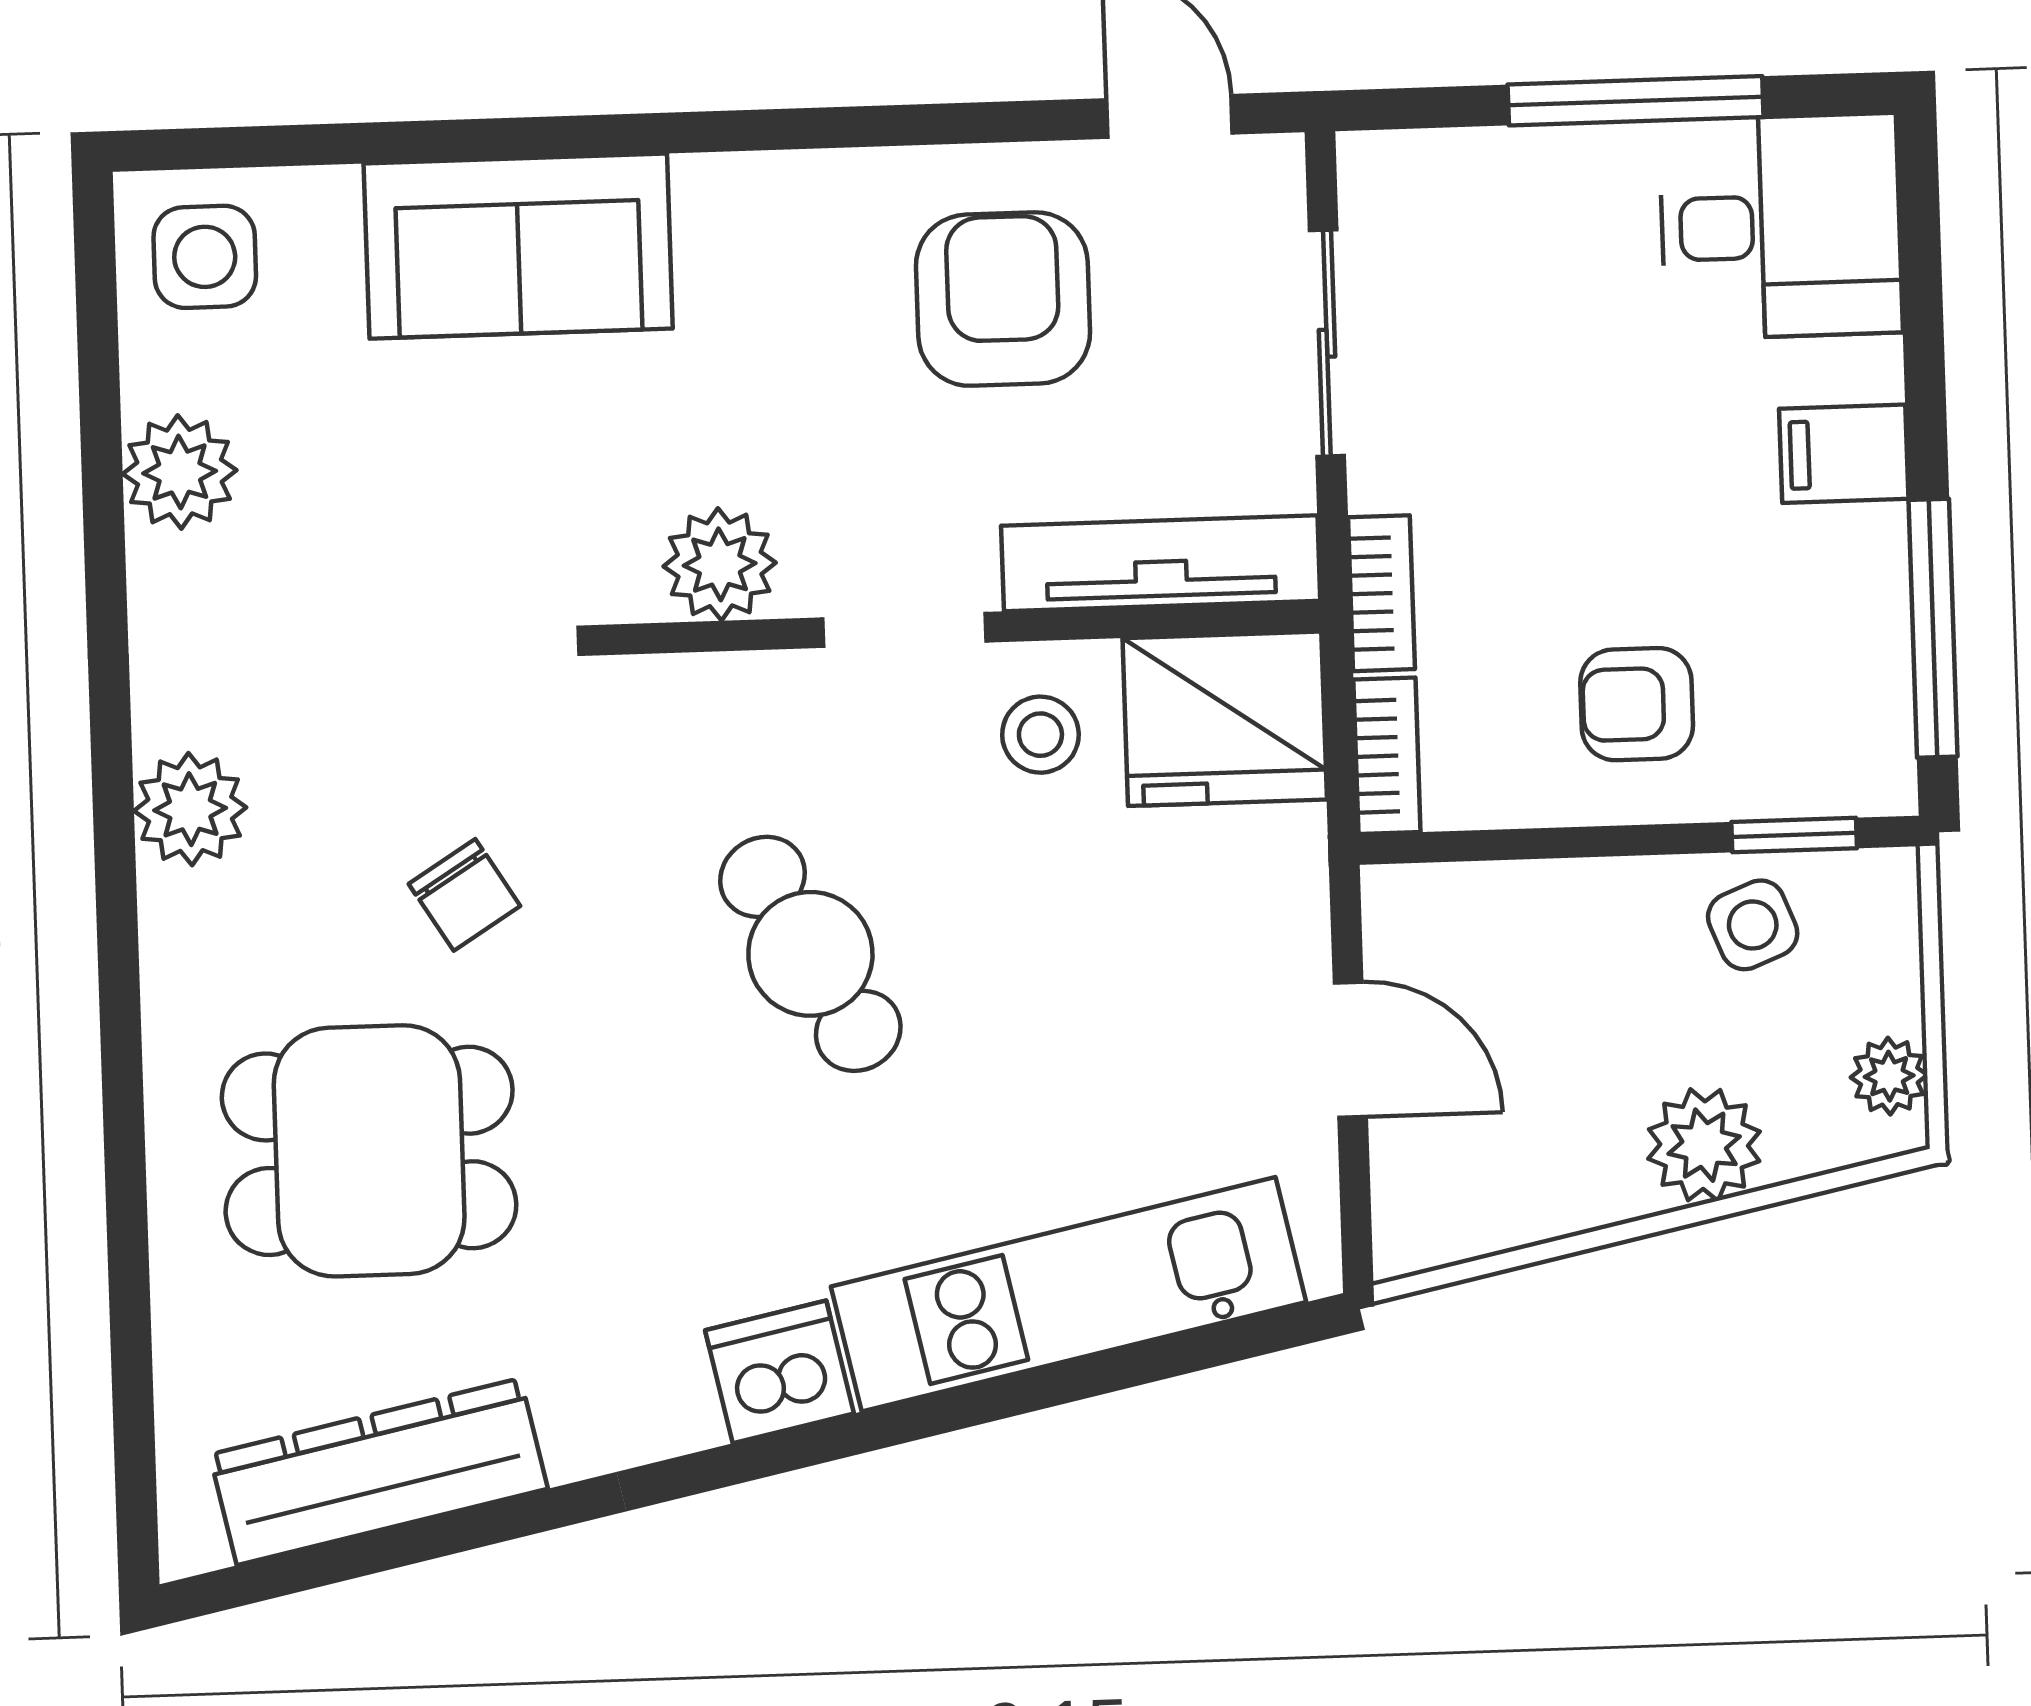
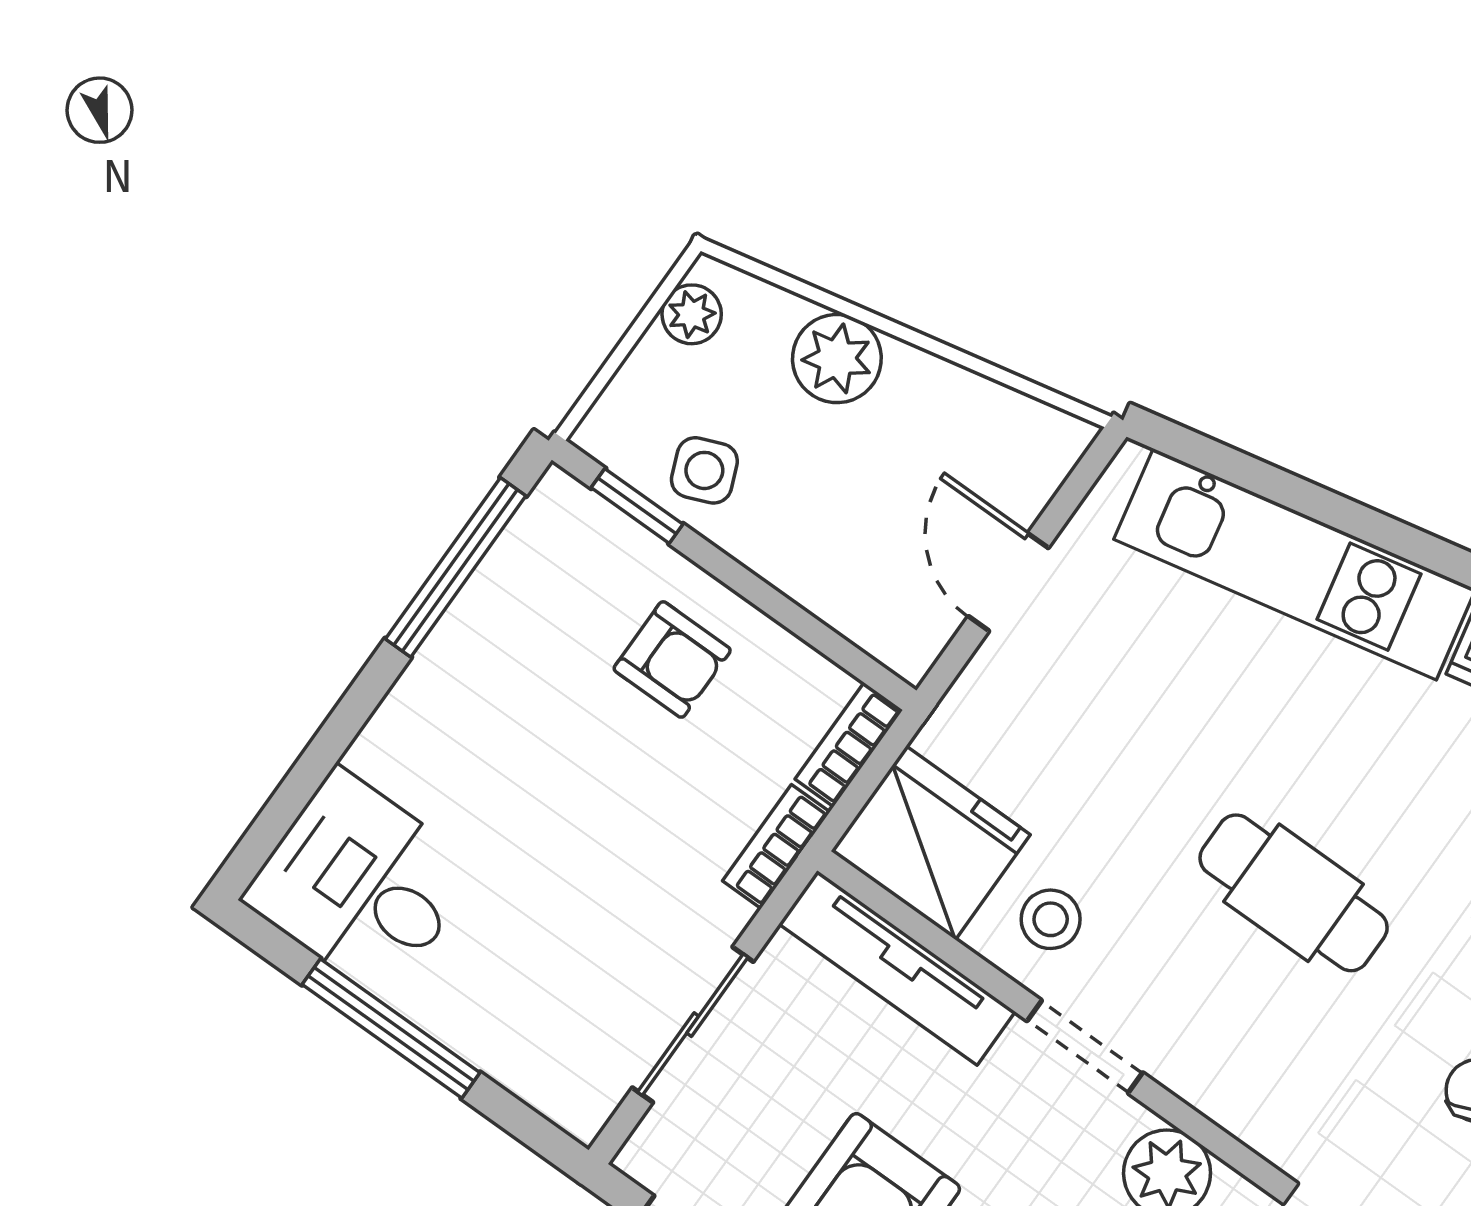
filing cabinet: (1844, 454) -> (429, 716), removed
cafe table: (810, 954) -> (1294, 893), turned -60

